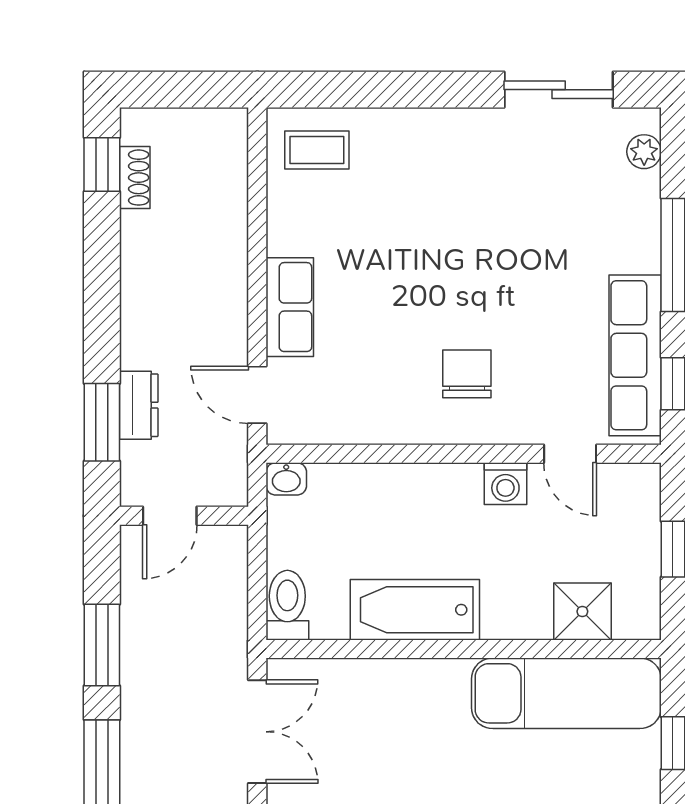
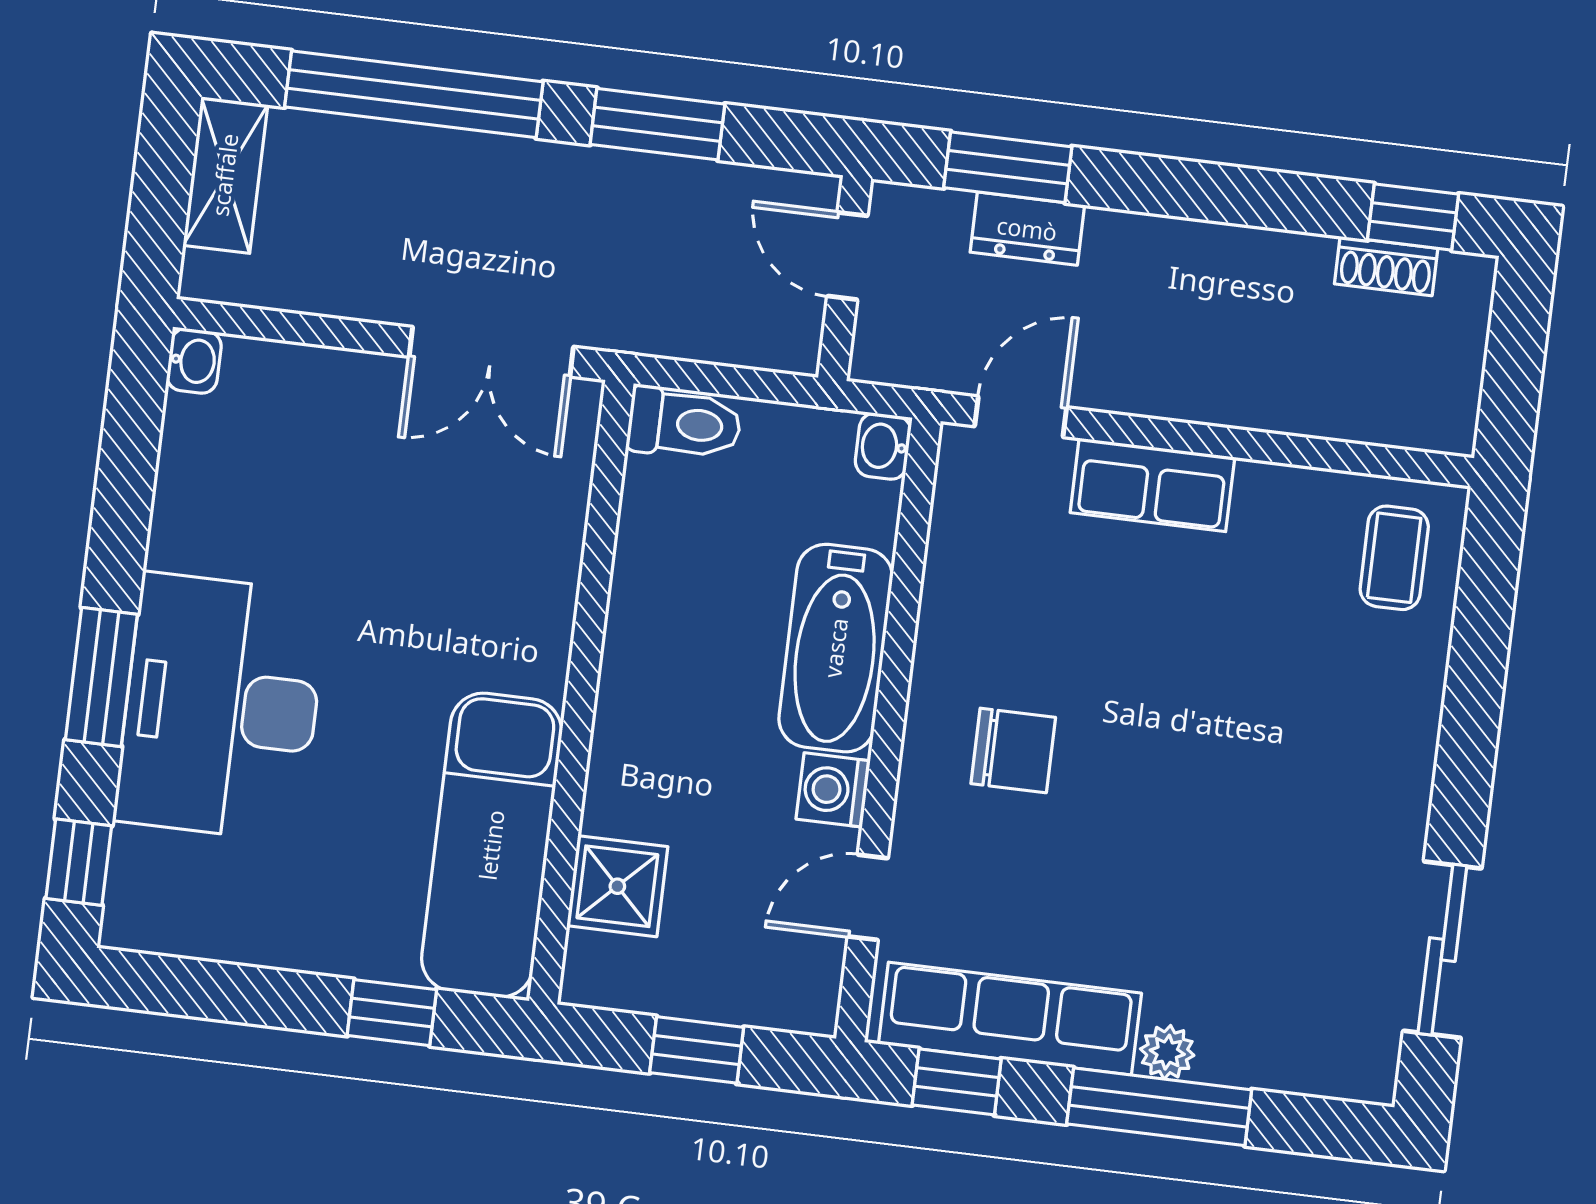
plant: (644, 152) -> (1167, 1052), moved
bathtub: (415, 610) -> (836, 648), moved, turned 180

